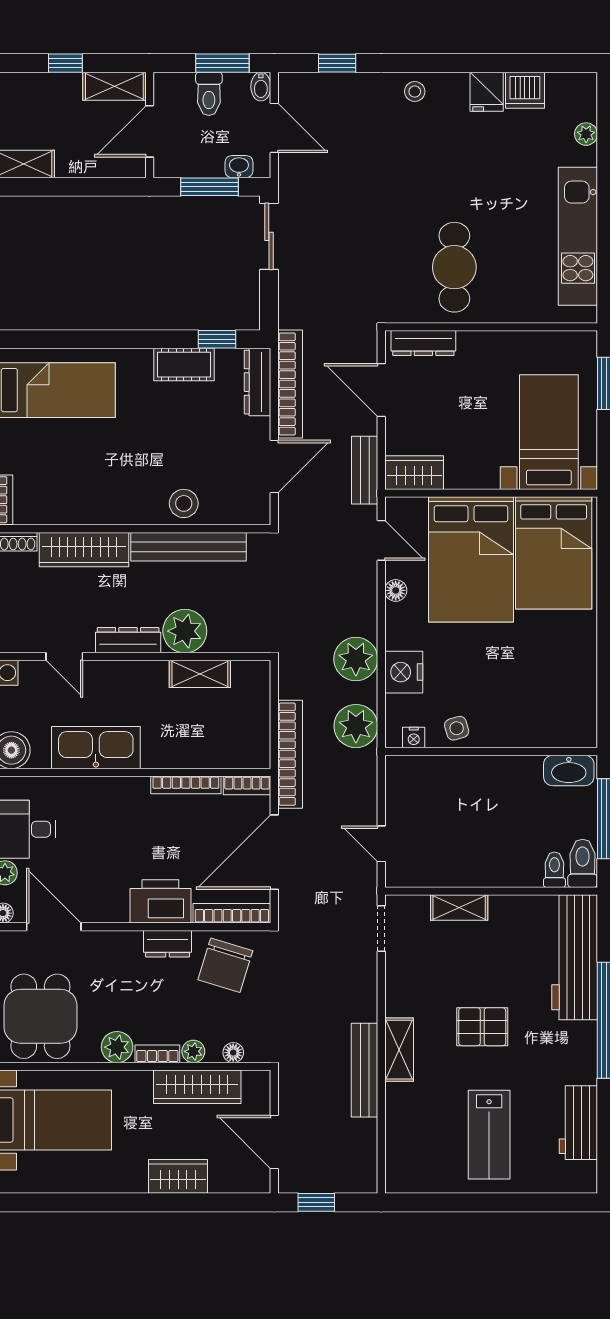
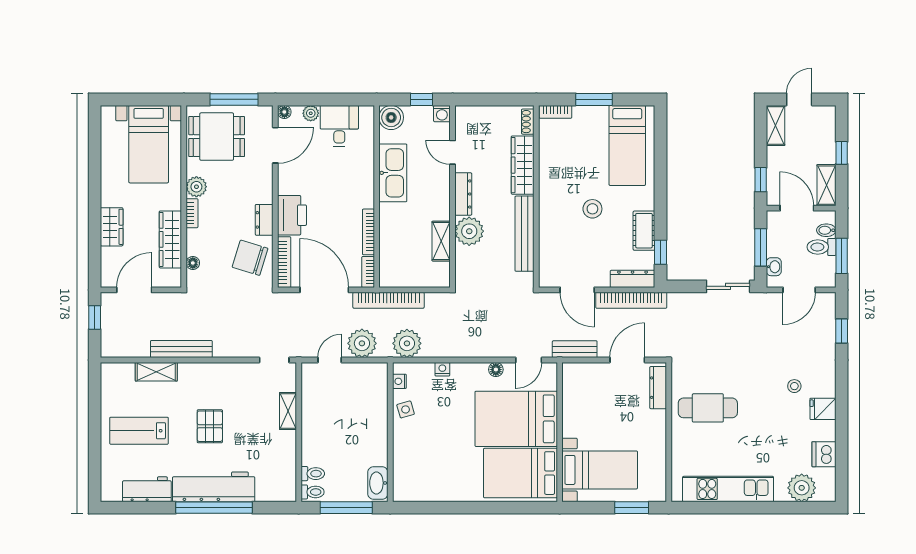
bidet: (261, 87) -> (826, 230), moved
stool: (415, 92) -> (794, 386), moved
fridge: (487, 92) -> (823, 409), moved
plant: (586, 134) -> (802, 488), width x1.87, depth x1.87
window: (106, 187) -> (761, 180), added
wardrobe: (414, 473) -> (573, 382), removed
stool: (184, 503) -> (592, 209), moved
door: (64, 657) -> (453, 152), hinge flipped
plant: (356, 659) -> (362, 343), moved
nightstand: (404, 672) -> (442, 369), width x0.53, depth x0.56
toilet: (583, 863) -> (313, 492), width x0.73, depth x0.72
workbench: (575, 957) -> (214, 487), moved
shelving: (399, 1050) -> (156, 372), moved
plant: (193, 1051) -> (194, 237), removed

